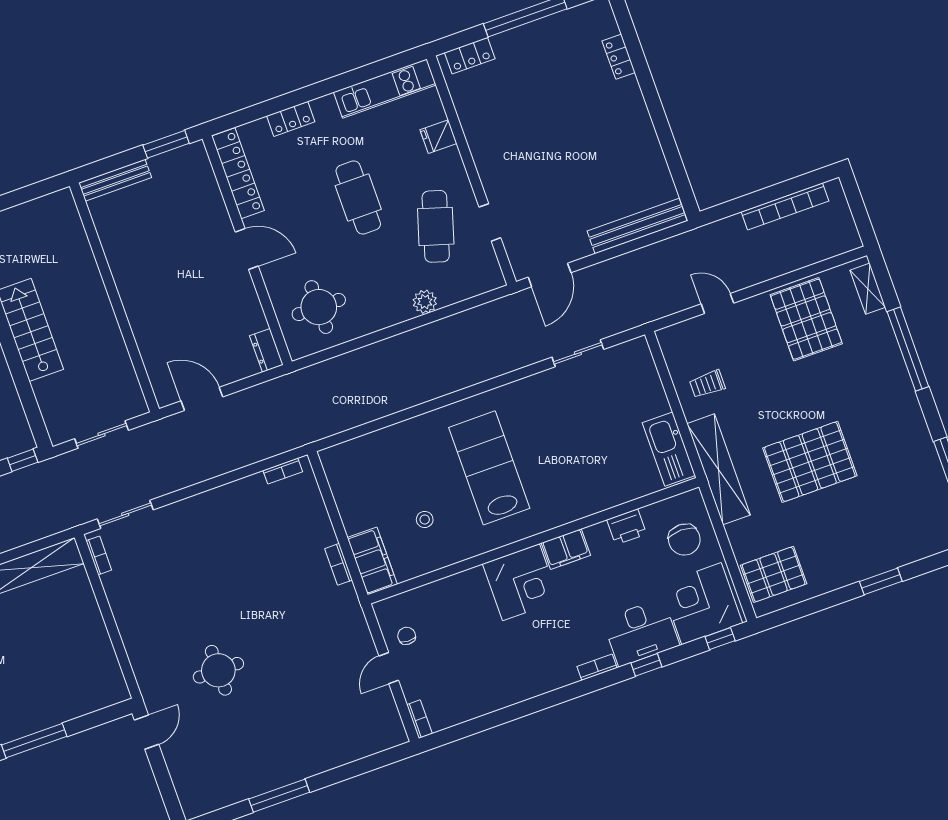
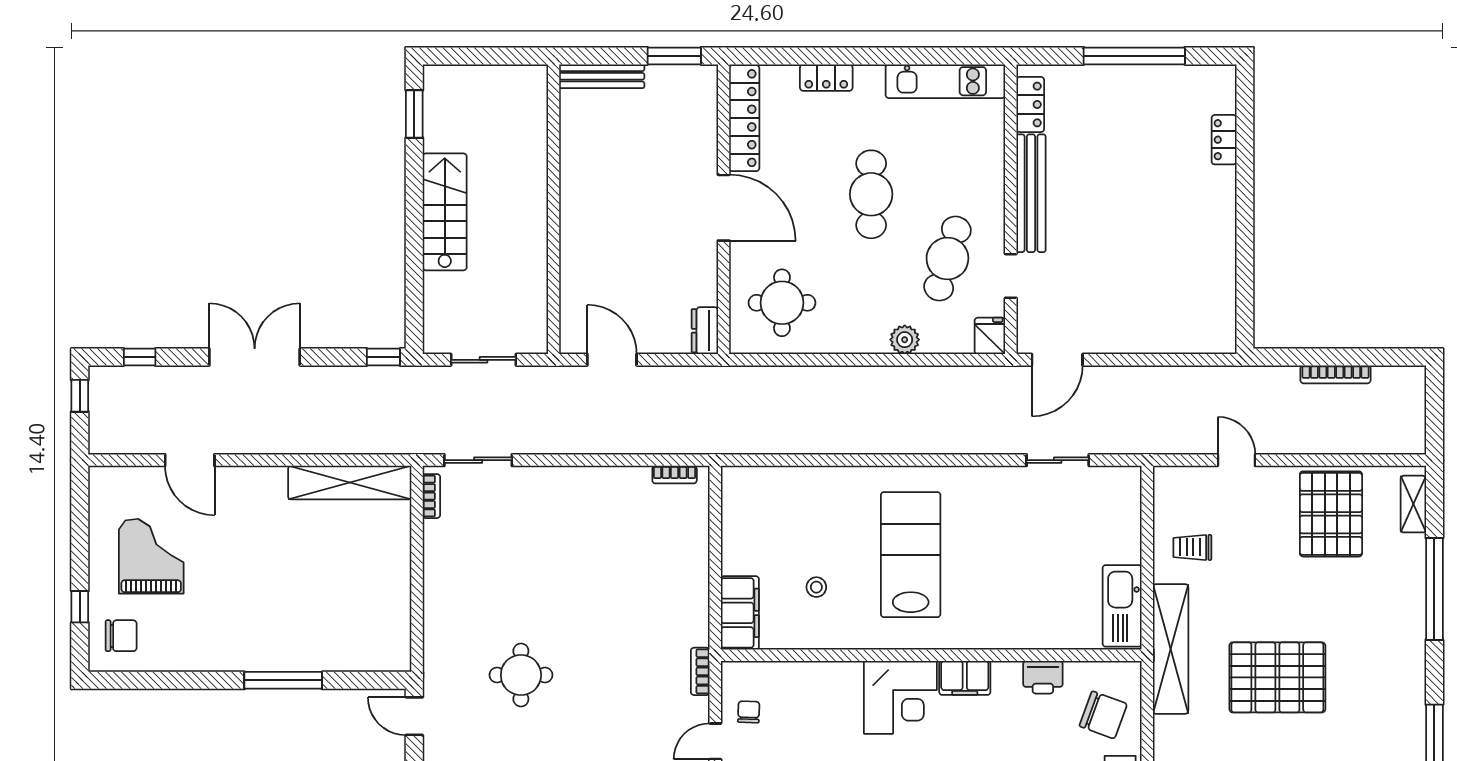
locker: (470, 56) -> (1030, 104), moved, turned -90
fridge: (438, 137) -> (990, 336), moved, turned 90
bookcase: (785, 206) -> (1335, 374), width x0.68, depth x0.76
bench: (637, 226) -> (1031, 193), moved, turned 90
door: (247, 249) -> (724, 208), width x1.36
chair: (684, 540) -> (1103, 715), turned -70
bookcase: (338, 564) -> (700, 671), moved
door: (147, 732) -> (414, 716), swing flipped

